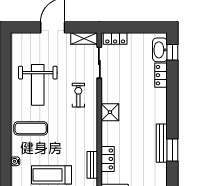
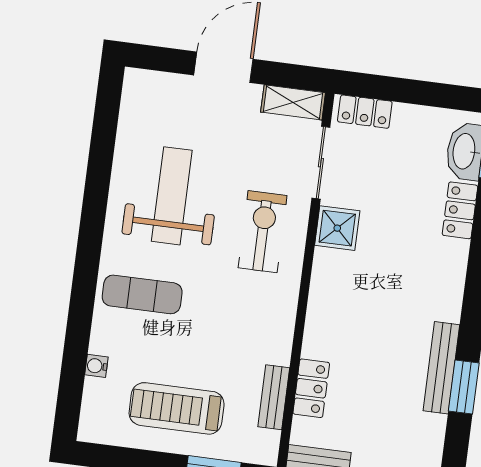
weight bench: (38, 85) -> (172, 196), turned 180
exercise bike: (78, 95) -> (263, 232), width x1.38, depth x1.39
shower: (110, 112) -> (337, 228), moved

